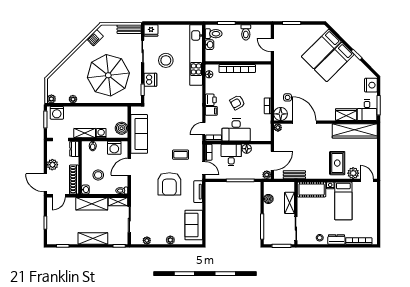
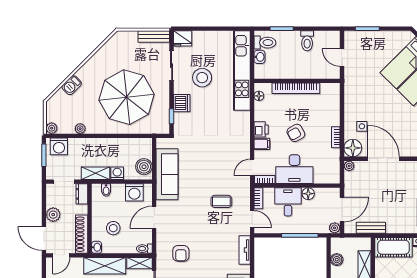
barbecue: (95, 38) -> (72, 85), moved
armchair: (169, 184) -> (181, 253), moved, width x0.53, depth x0.53

